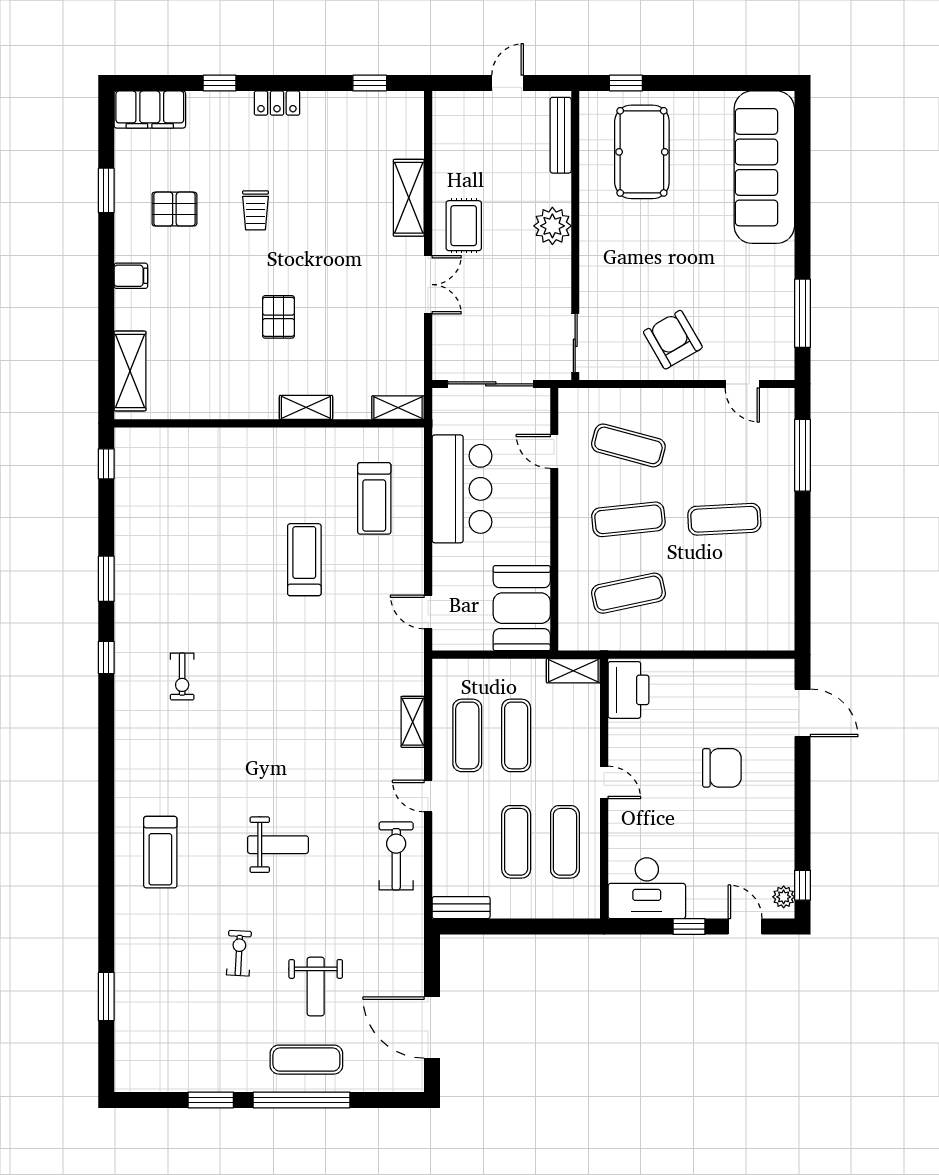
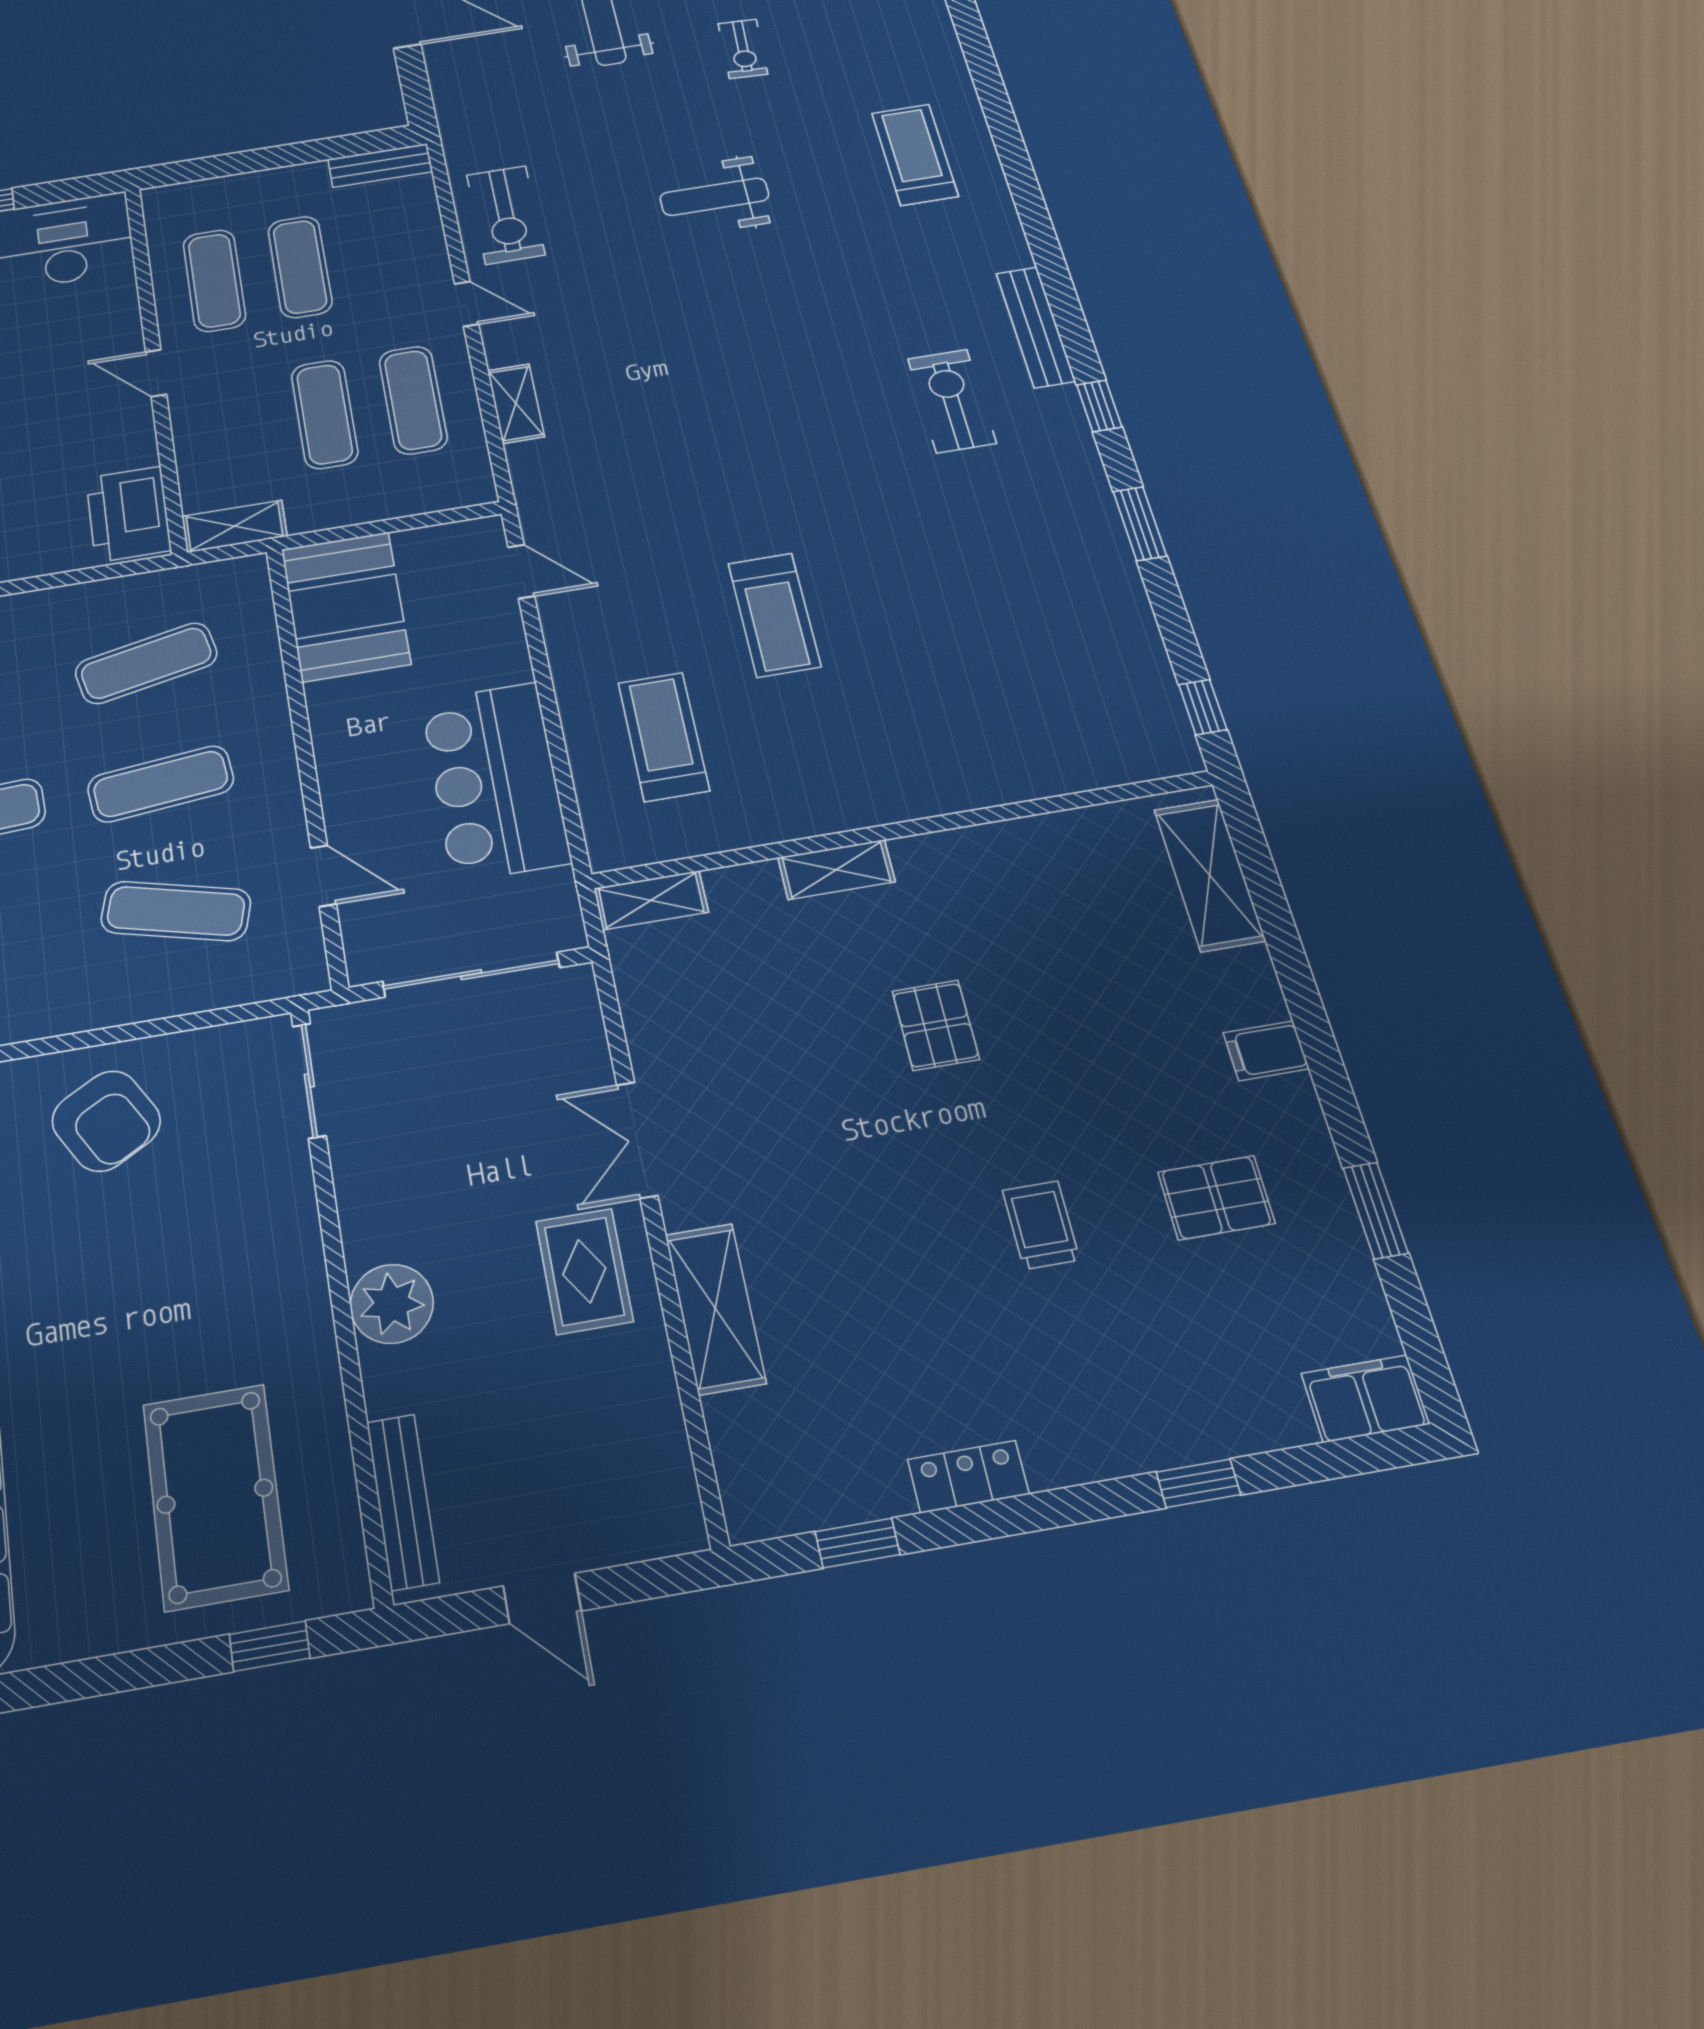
door: (508, 83) -> (542, 1598), hinge flipped
locker: (277, 103) -> (968, 1477), moved
filing cabinet: (150, 110) -> (1365, 1399), width x0.67, depth x0.86
exercise bike: (182, 677) -> (952, 401), width x1.38, depth x1.39
bench: (126, 717) -> (1036, 327), added

